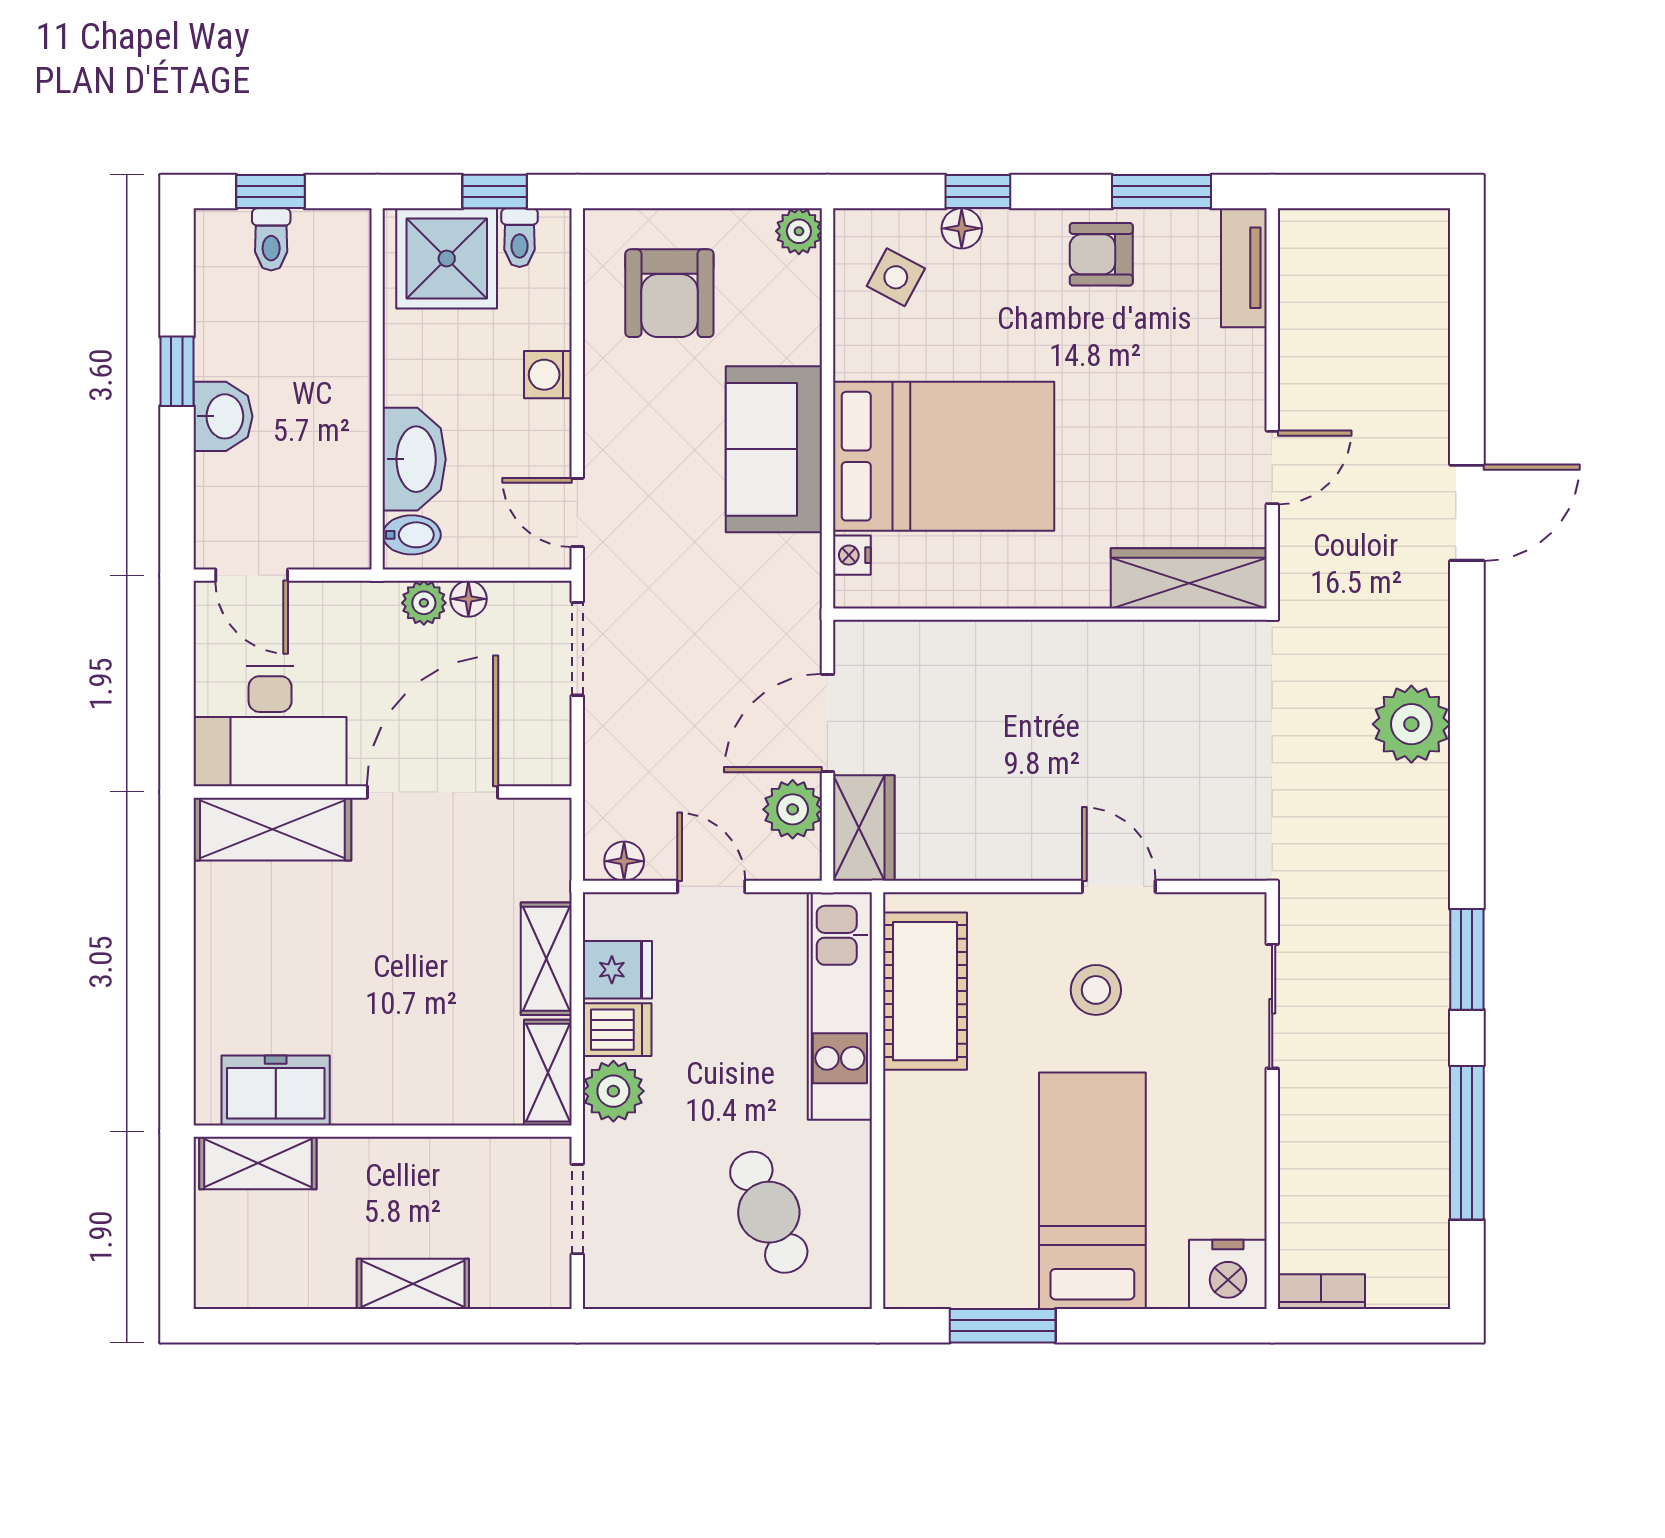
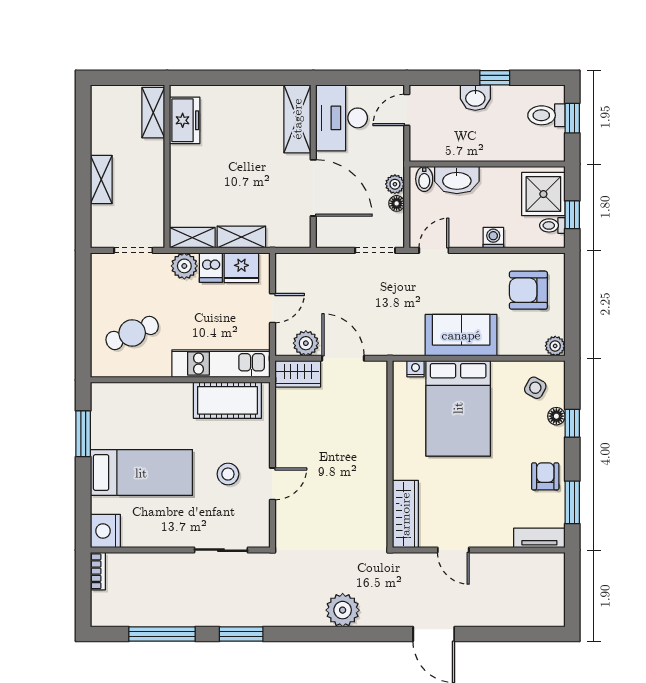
toilet: (271, 239) -> (546, 115), width x1.37, depth x1.39
floor lamp: (624, 861) -> (283, 271), removed
fridge: (617, 970) -> (241, 268), width x1.38

